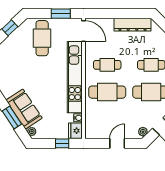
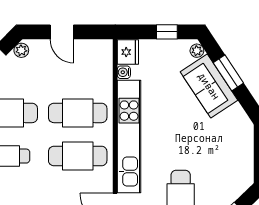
cafe table: (107, 65) -> (78, 156), width x1.37, depth x1.35
window: (62, 143) -> (167, 32), moved
door: (117, 143) -> (62, 32), hinge flipped

